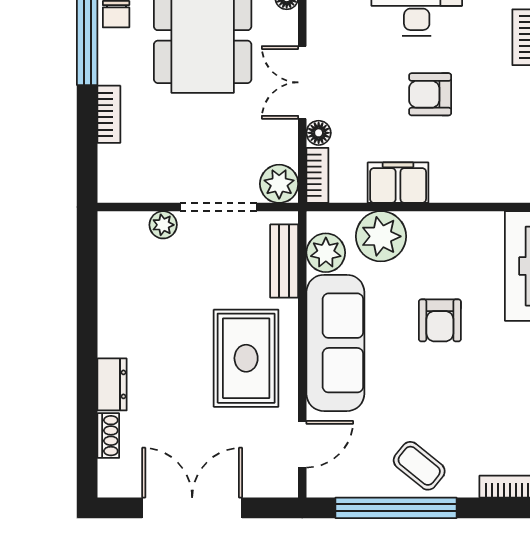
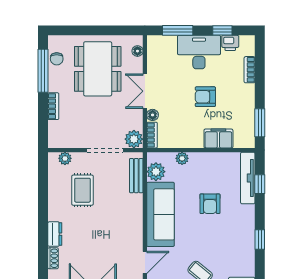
filing cabinet: (398, 183) -> (218, 139), moved
plant: (163, 225) -> (65, 158), moved
plant: (381, 236) -> (182, 158), width x0.53, depth x0.53
rug: (246, 358) -> (82, 190), moved, width x0.73, depth x0.70

